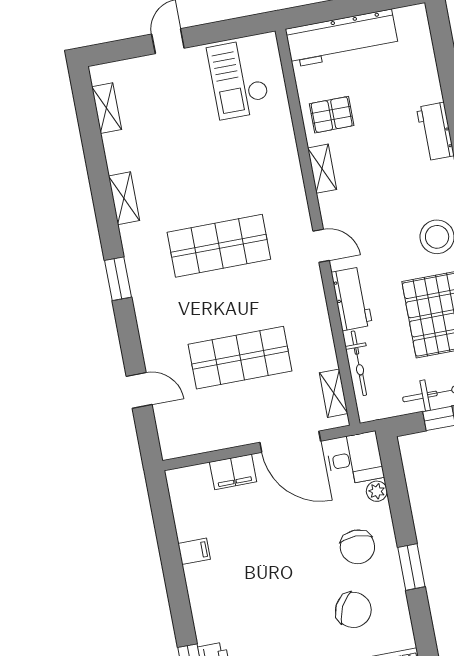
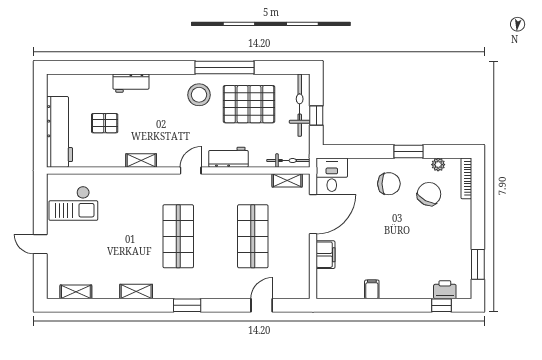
pallet: (332, 115) -> (105, 123), moved, turned 90
bicycle: (359, 363) -> (288, 161), moved
plant: (377, 491) -> (438, 165), moved

